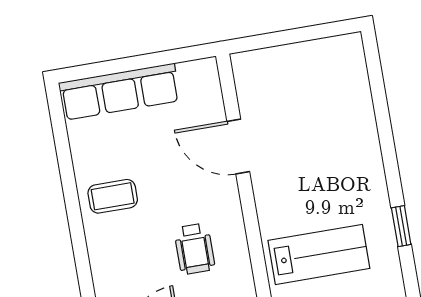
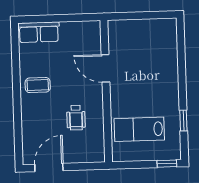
row of seats: (119, 92) -> (39, 32), width x0.68
lab bench: (319, 254) -> (139, 129), turned 180

